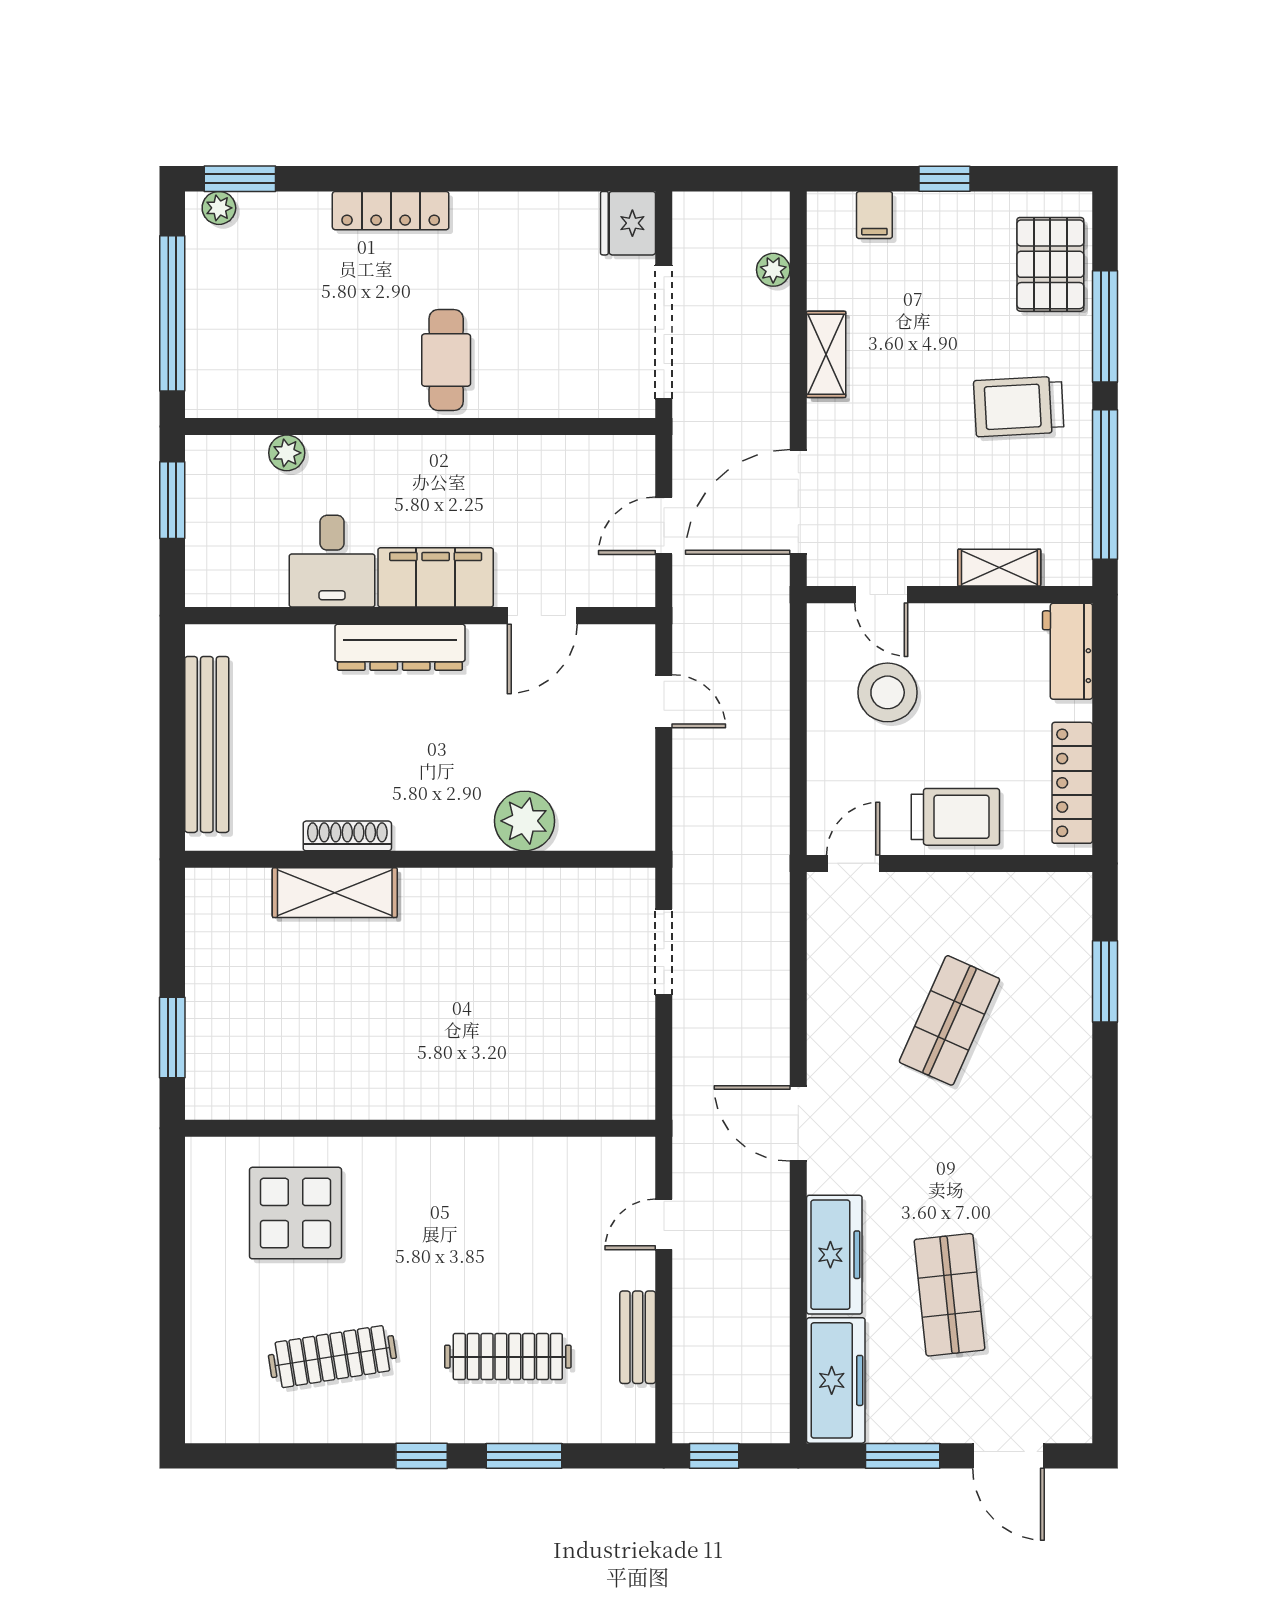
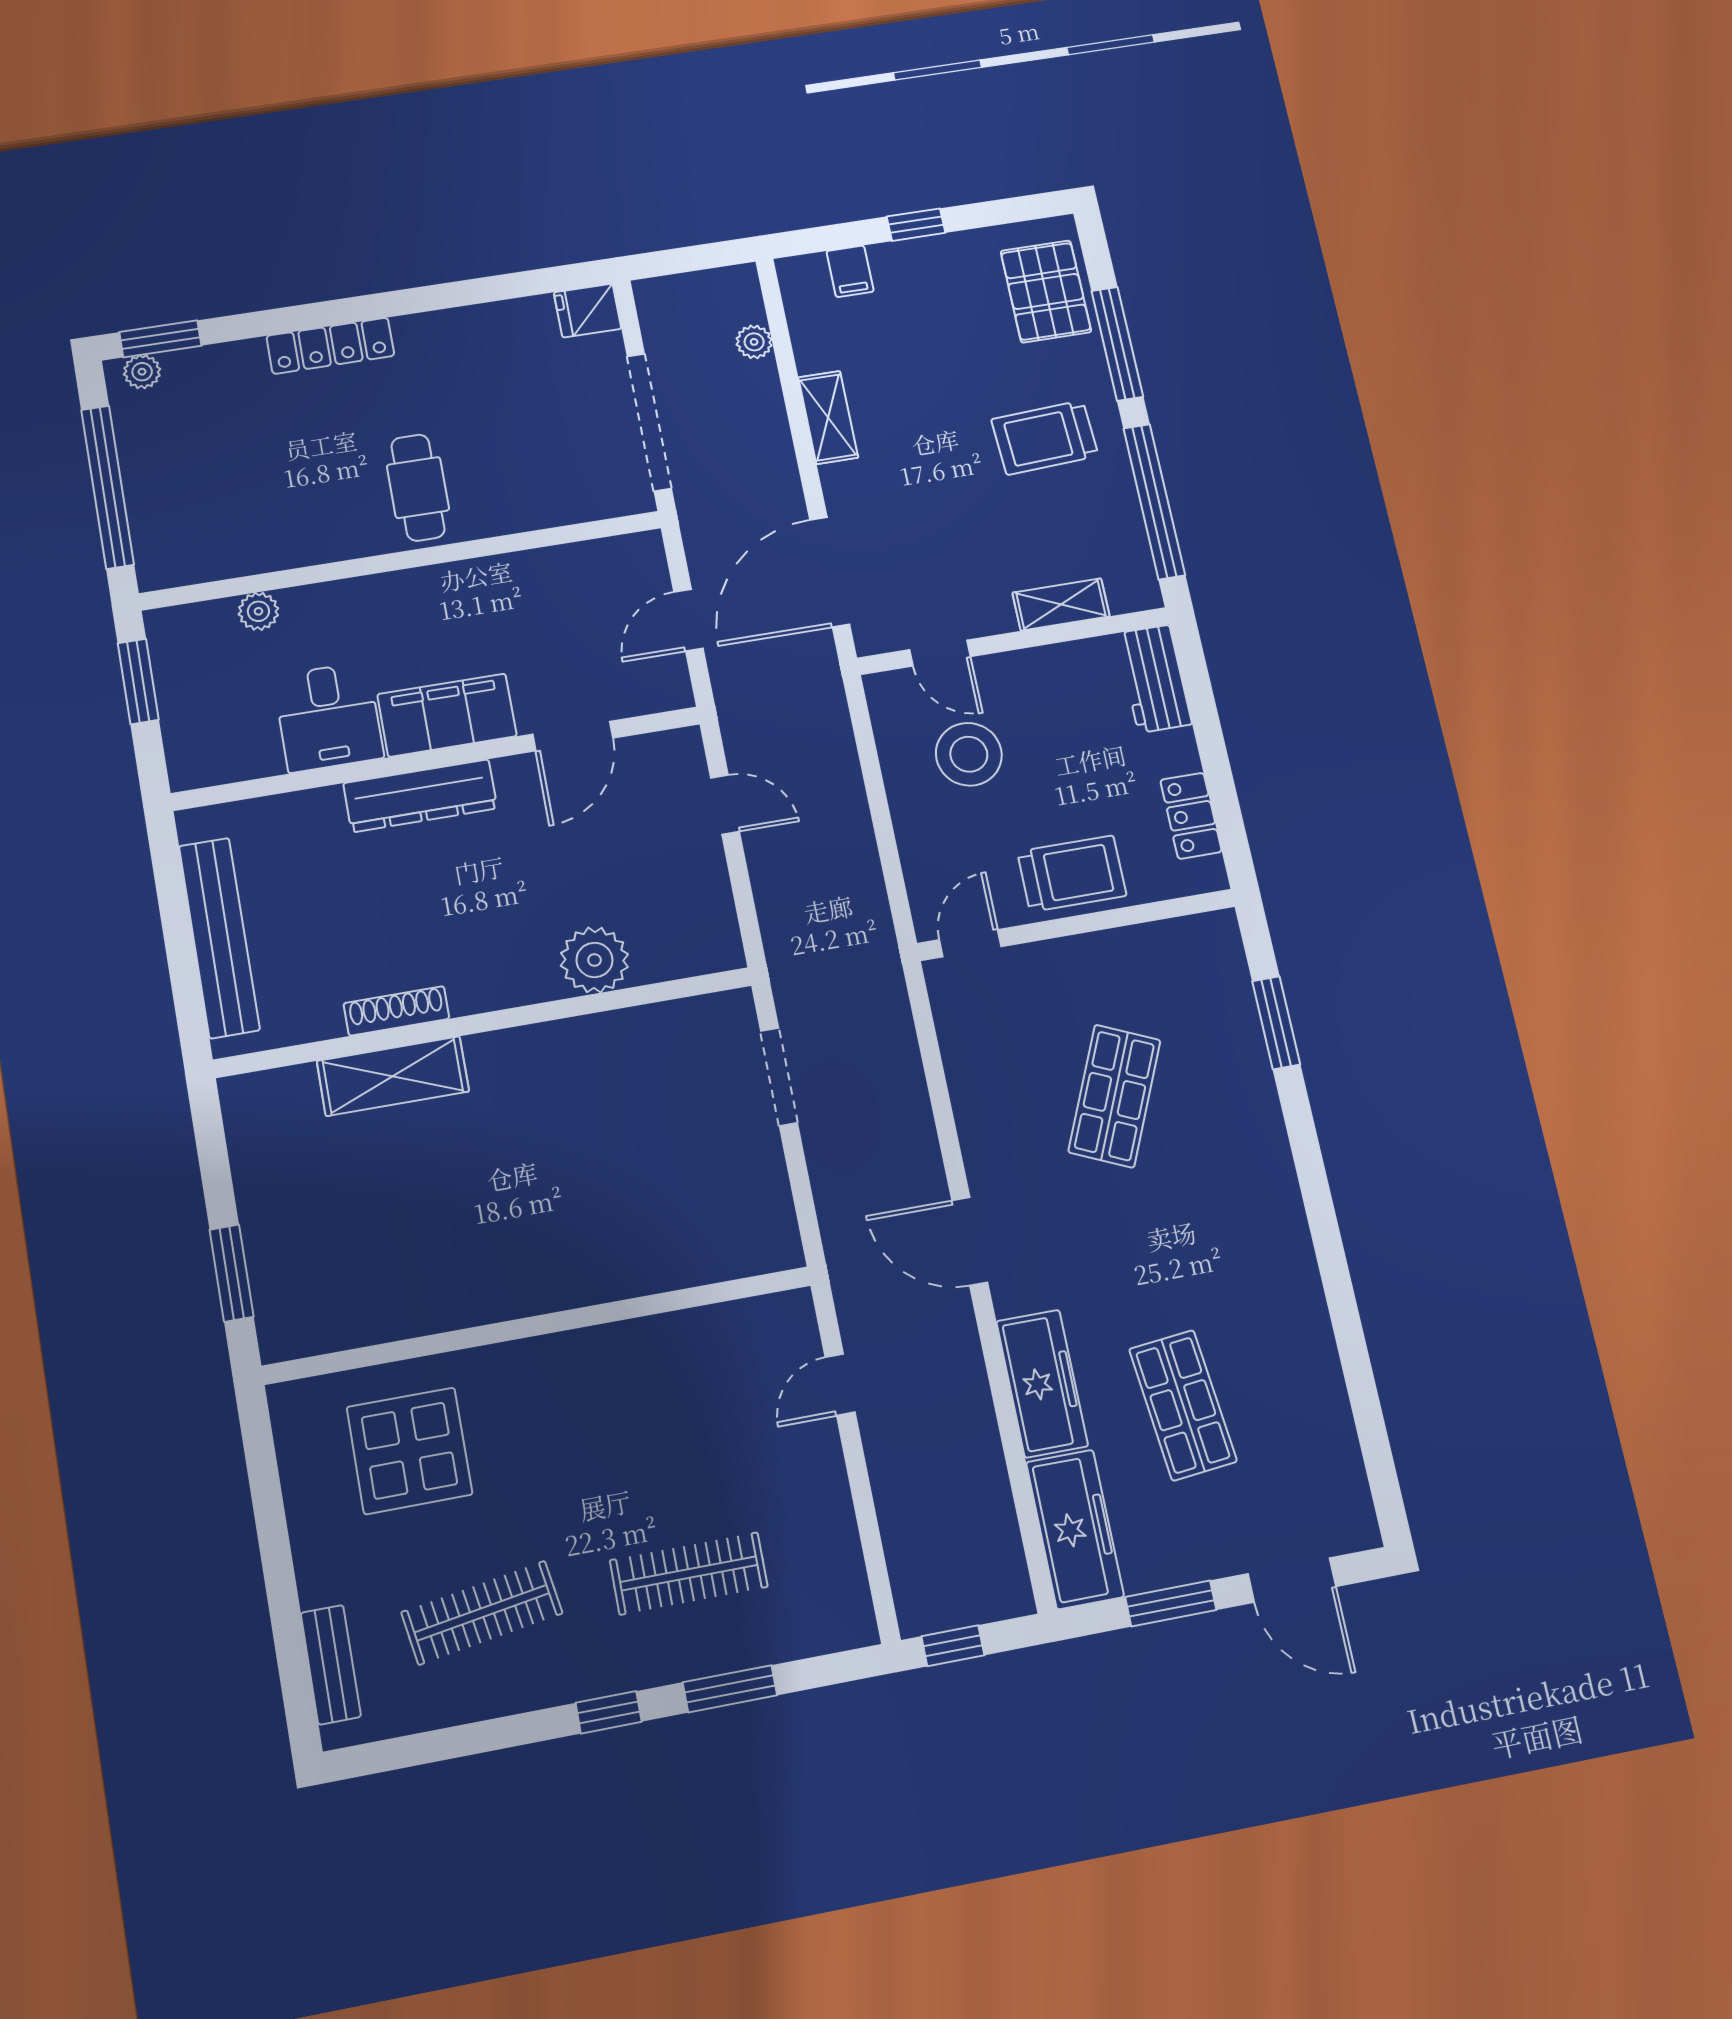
fridge: (628, 223) -> (588, 311), width x0.72
locker: (1072, 783) -> (1191, 816), width x0.66
bench: (638, 1337) -> (331, 1665), moved

